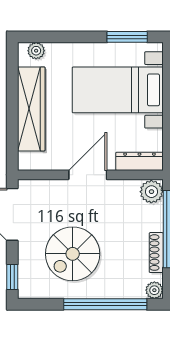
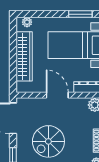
door: (88, 175) -> (57, 95), hinge flipped

